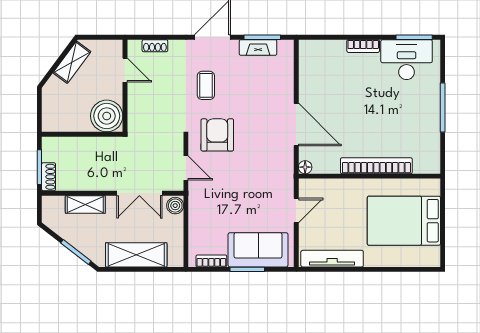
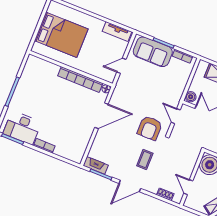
fireplace: (258, 48) -> (96, 165), moved
door: (296, 125) -> (101, 116), swing flipped
bookcase: (376, 166) -> (80, 79), moved
tv unit: (332, 259) -> (117, 32), width x0.71

